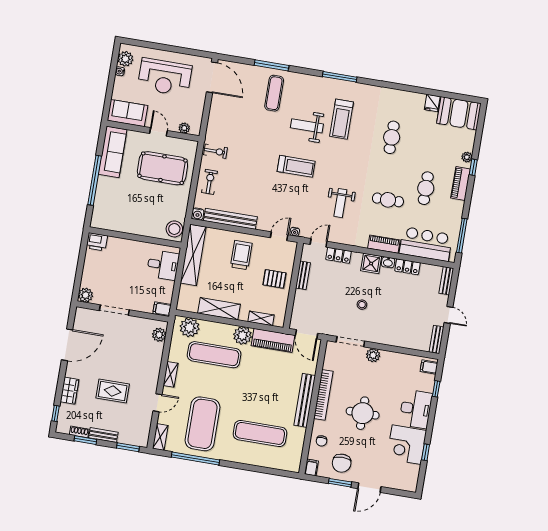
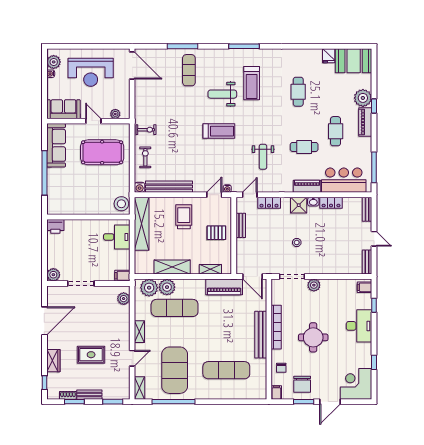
plant: (467, 157) -> (363, 98), width x1.87, depth x1.87
plant: (242, 336) -> (167, 287), moved
corner desk: (407, 445) -> (356, 384), moved, turned 90

